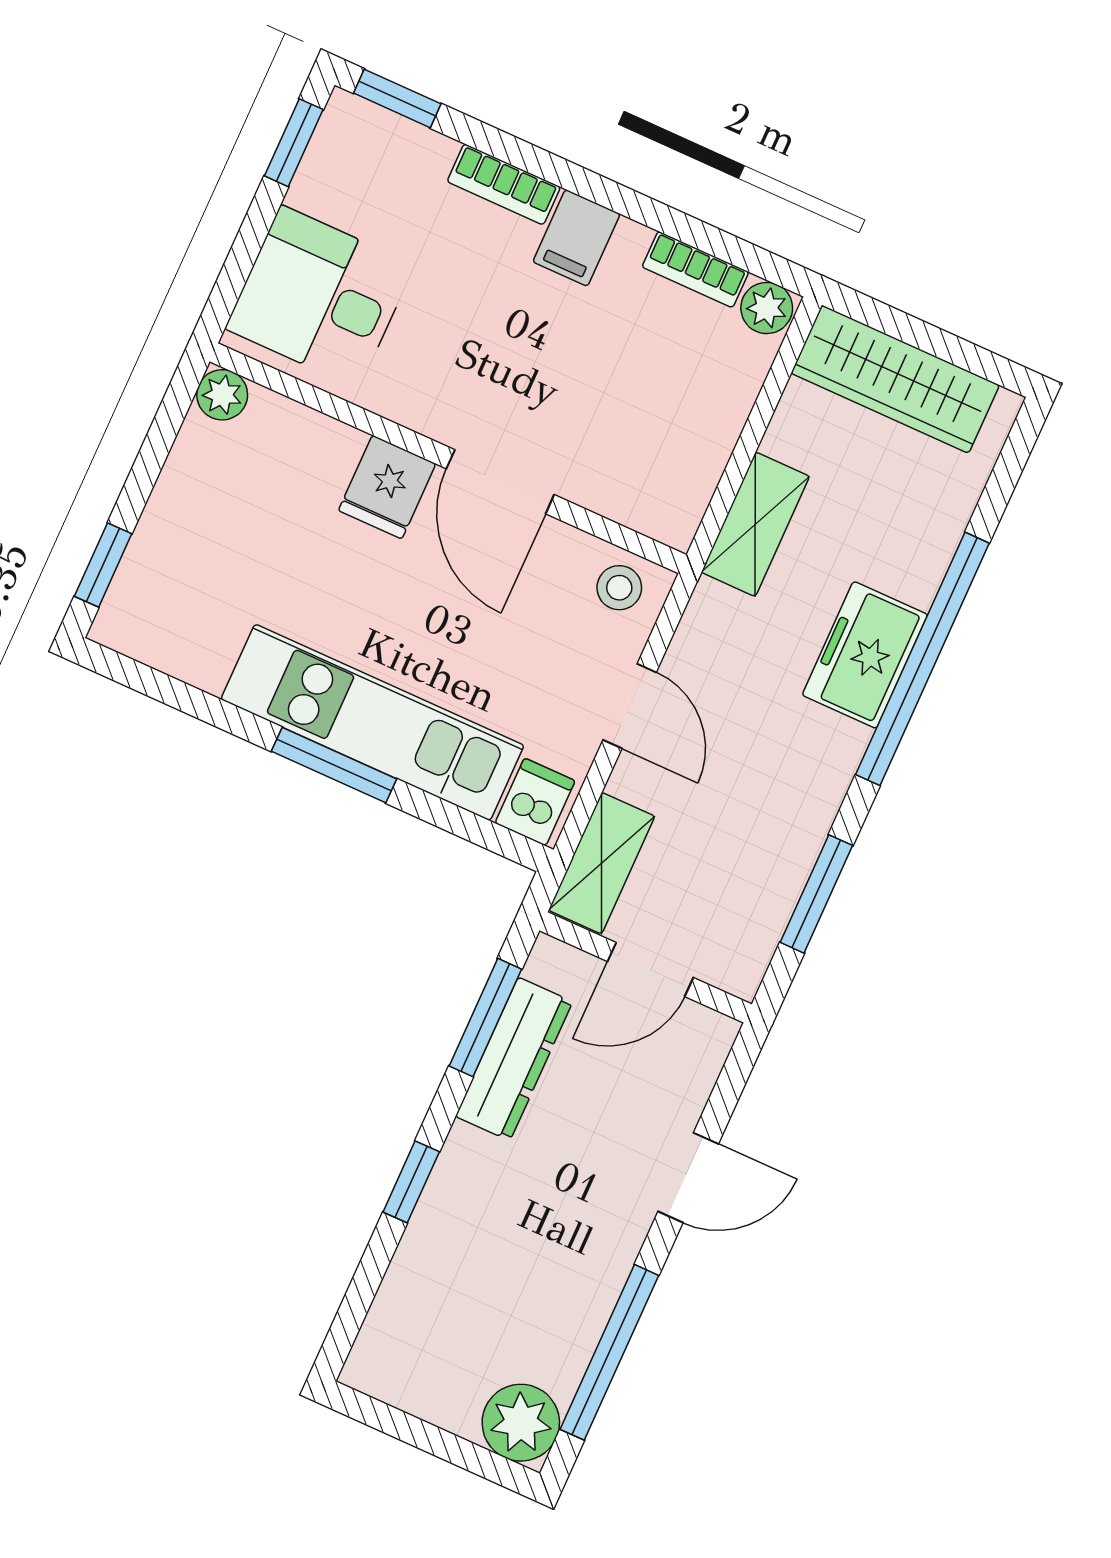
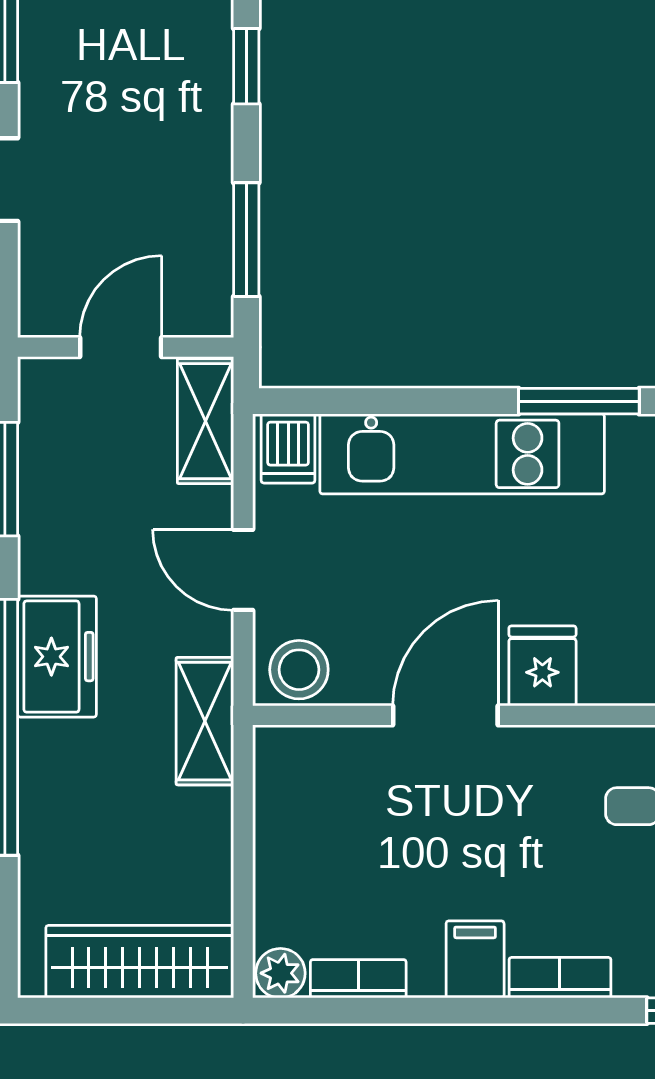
door: (500, 482) -> (445, 715), hinge flipped
shelving: (755, 524) -> (205, 721), moved
stool: (619, 588) -> (299, 670), width x1.37, depth x1.37
freezer: (865, 655) -> (57, 657), moved
window: (334, 765) -> (579, 401), moved
dresser: (514, 1059) -> (205, 215), removed

